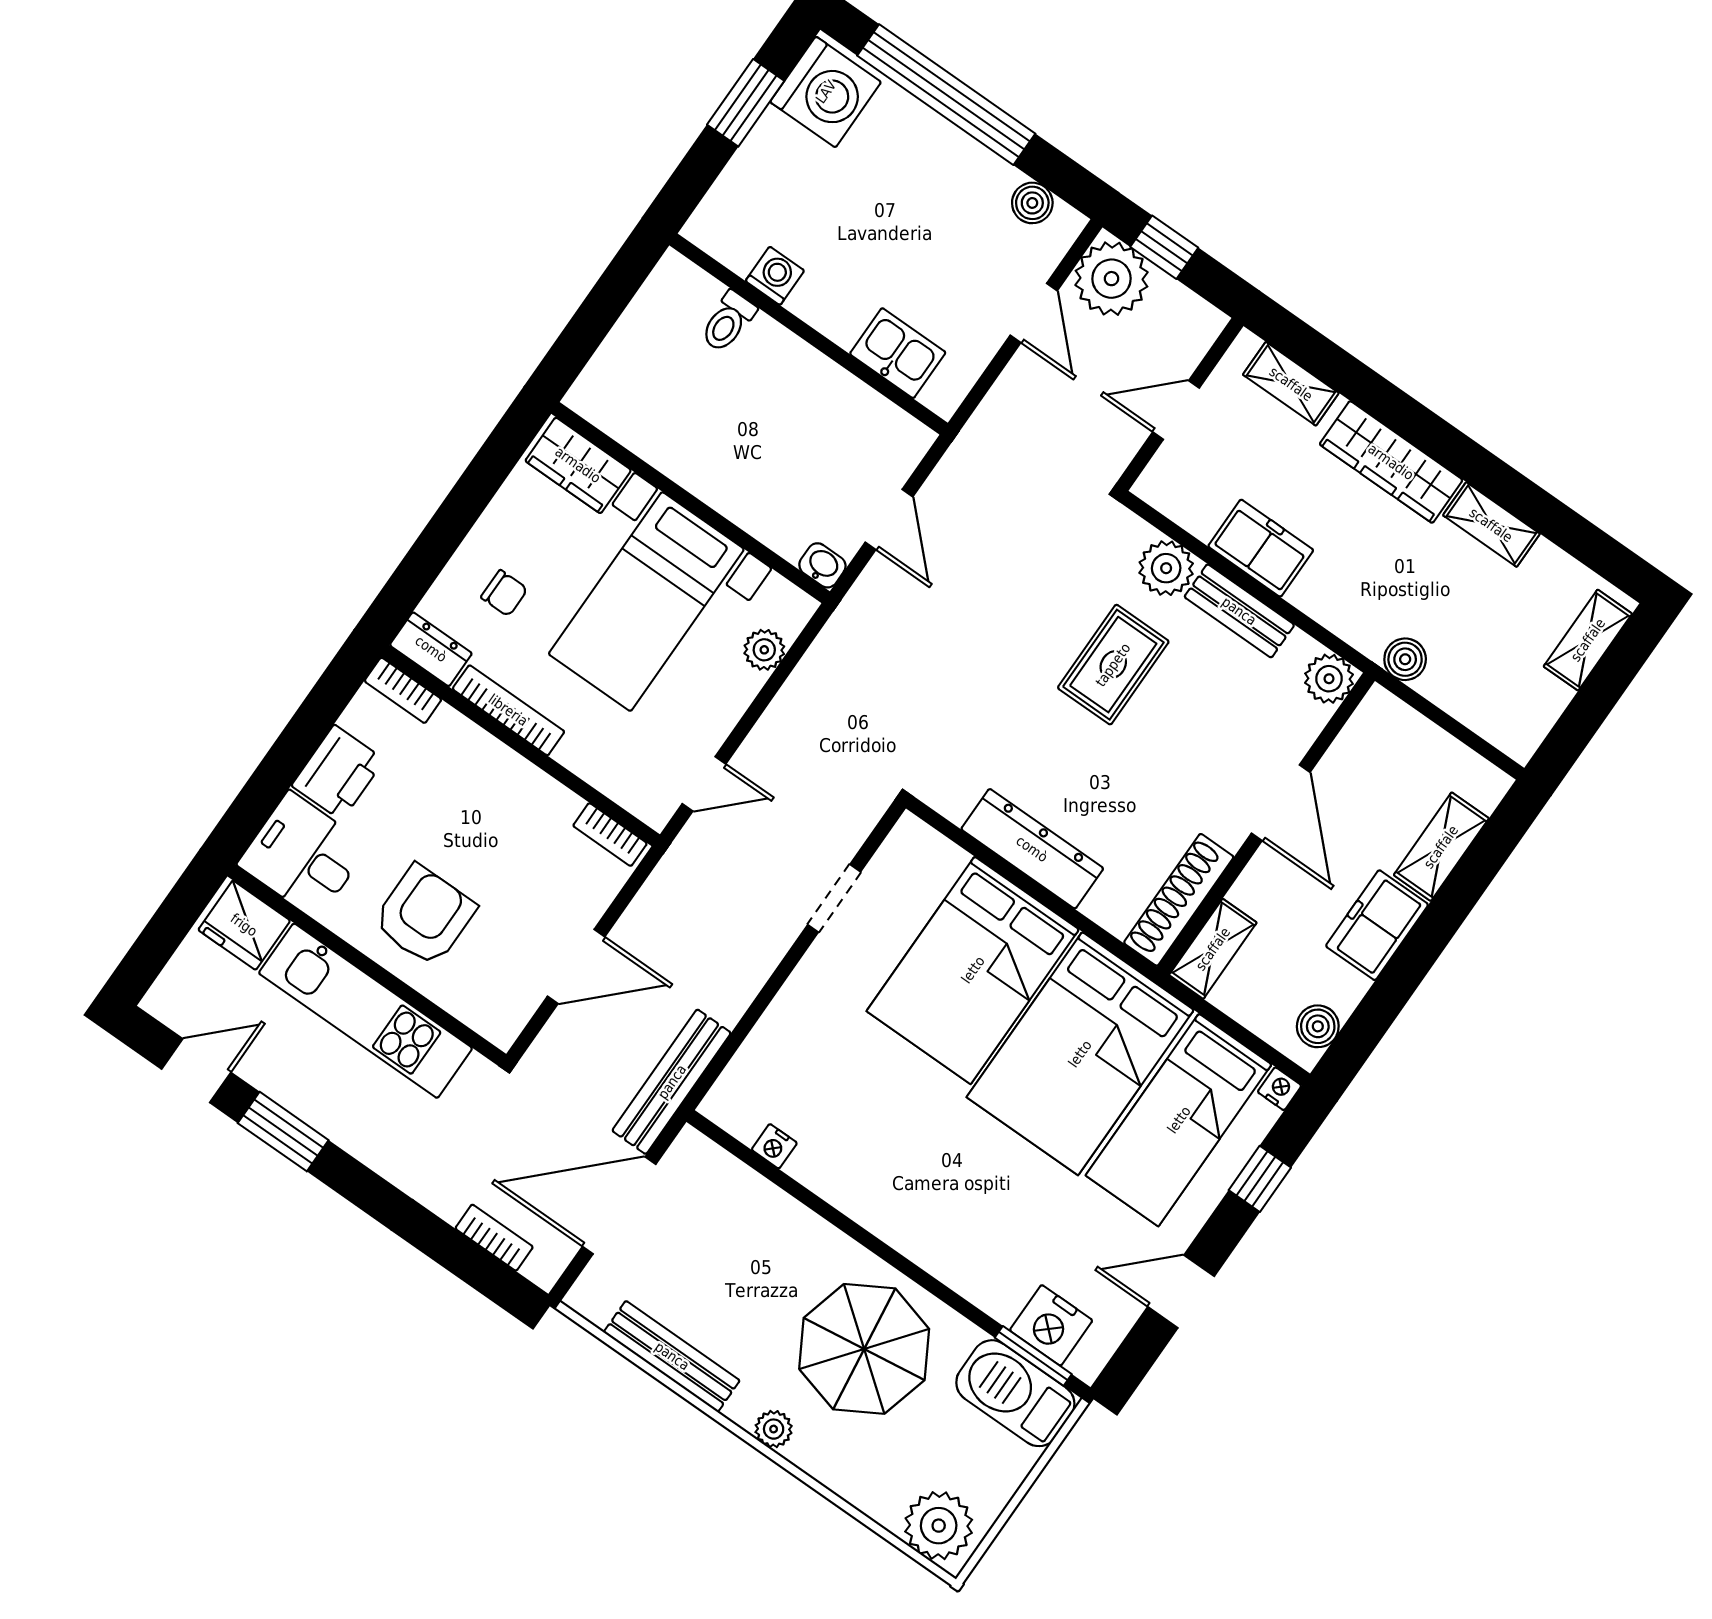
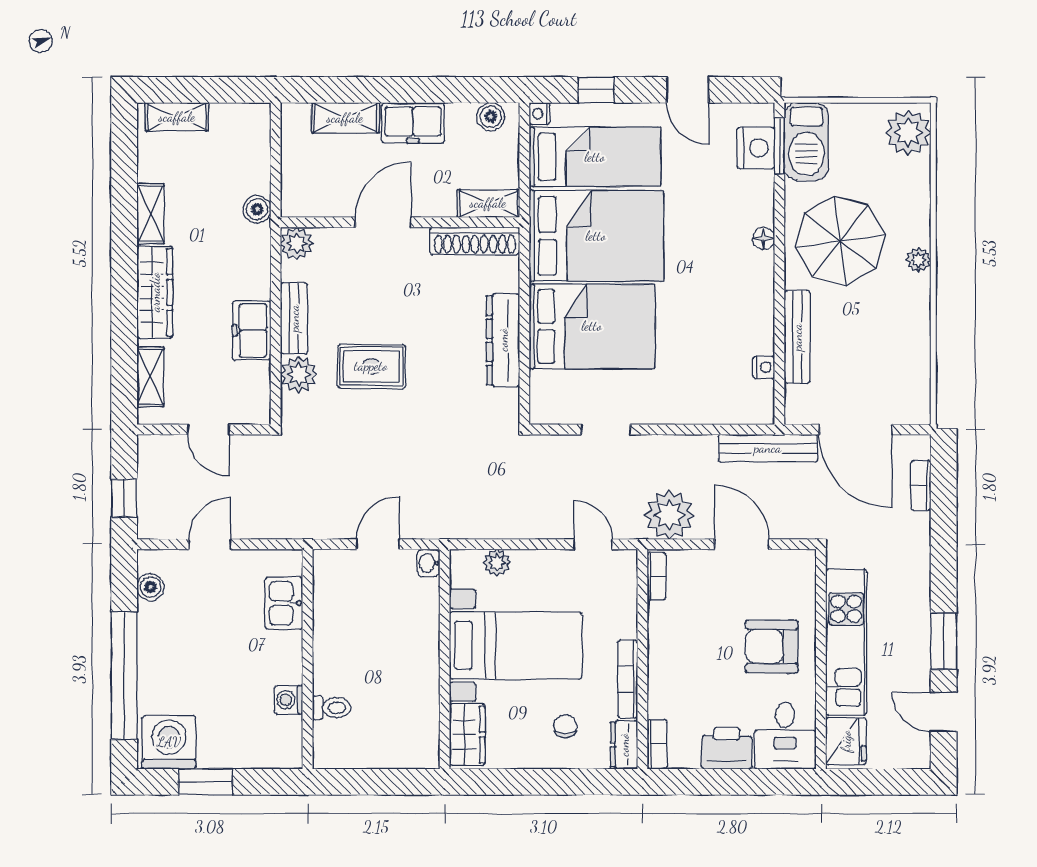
plant: (1111, 279) -> (669, 515), moved
floor lamp: (933, 1257) -> (764, 238), added
bench: (672, 1356) -> (797, 337), moved

